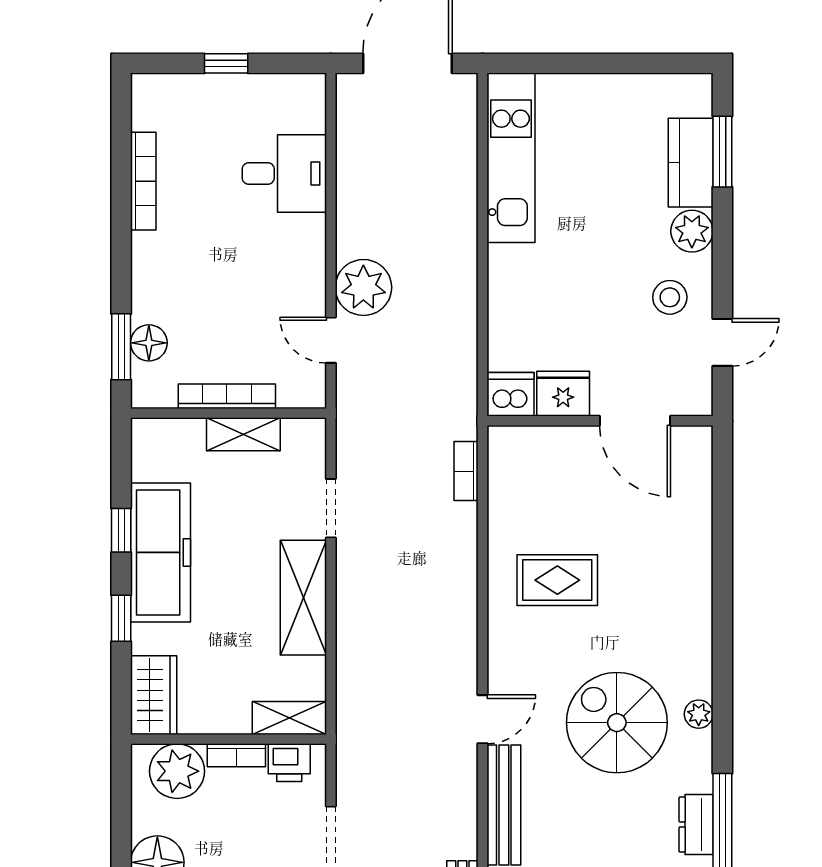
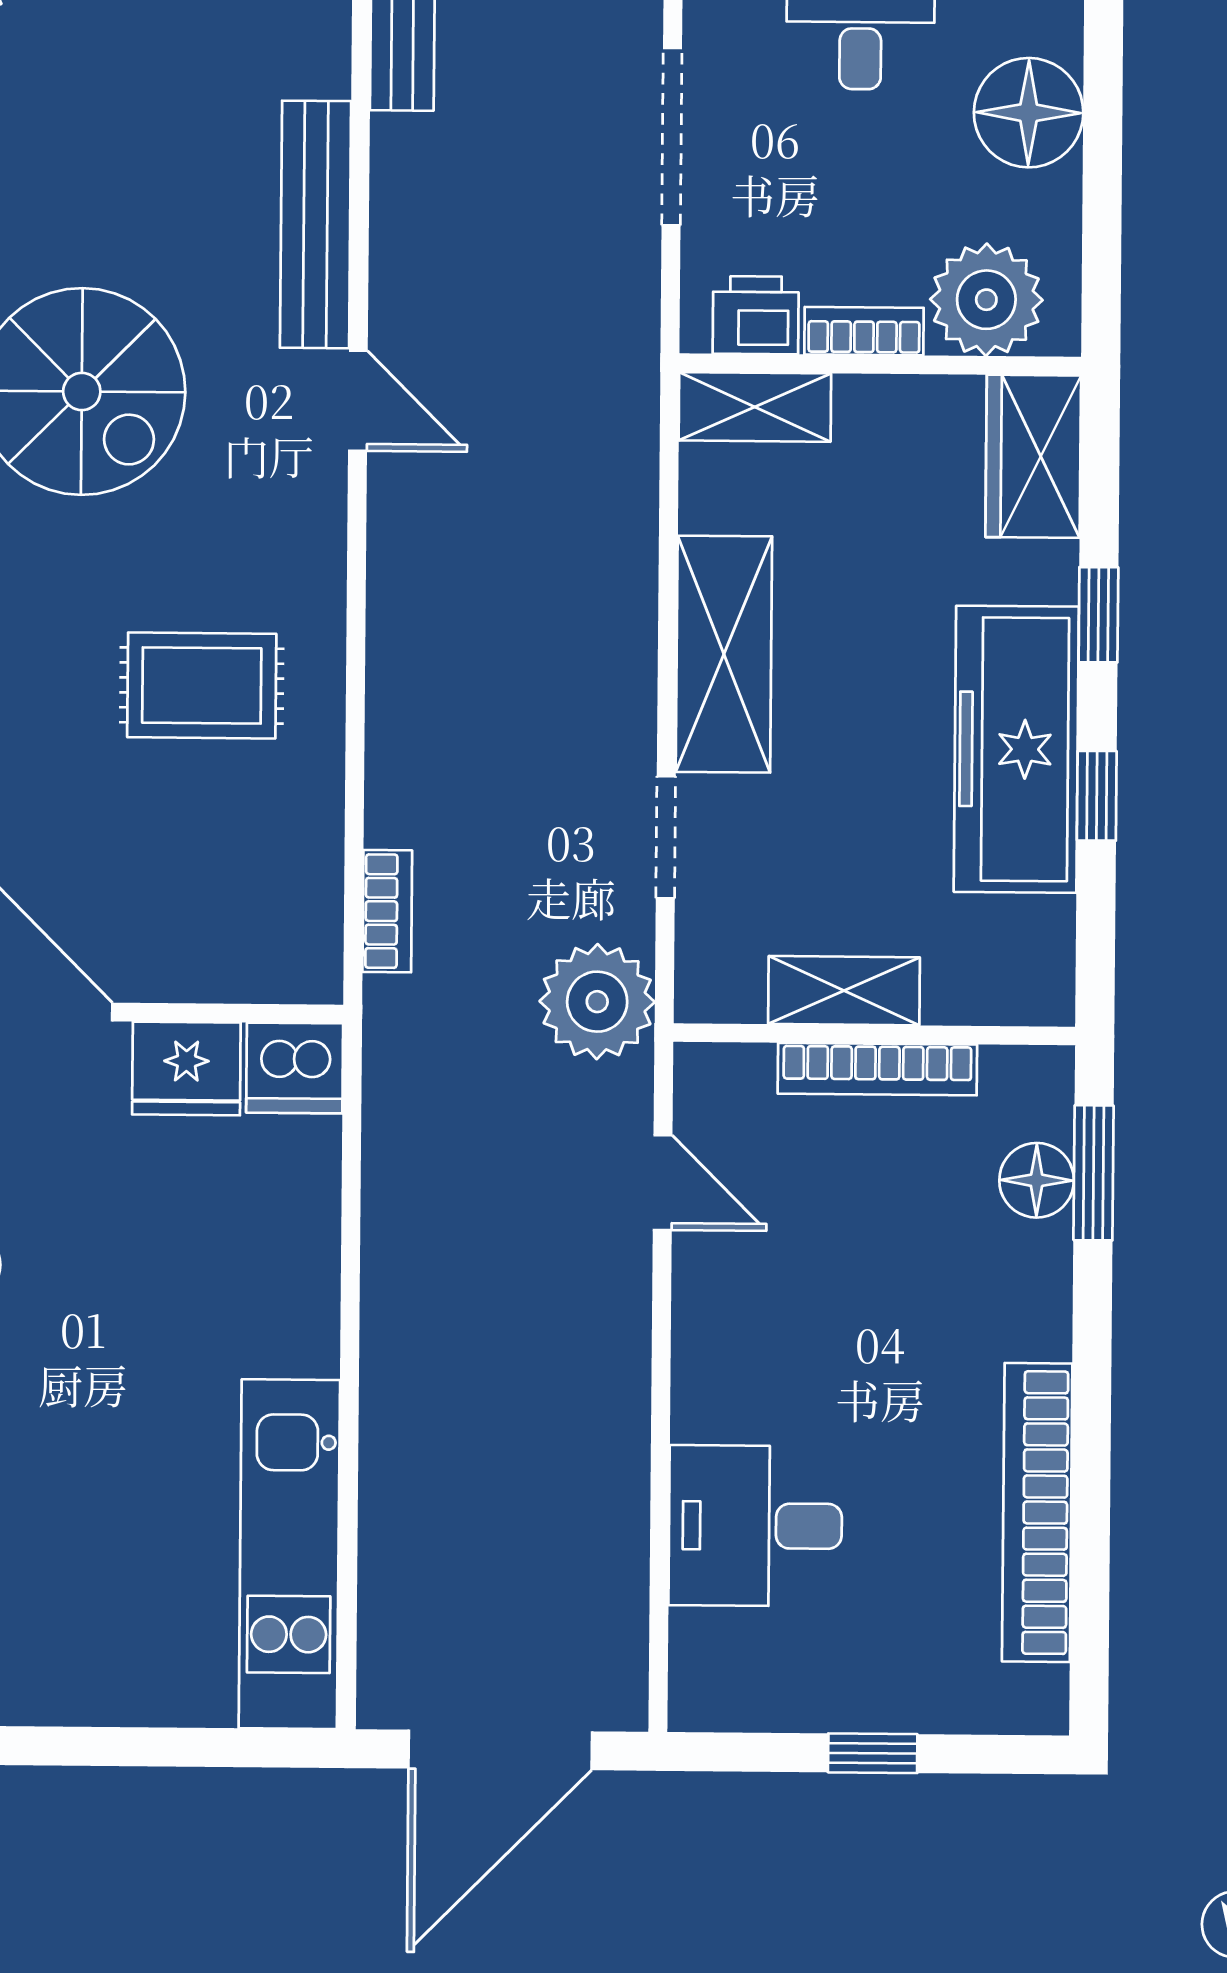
bookcase: (143, 181) -> (1037, 1513), width x1.48, depth x1.31
plant: (363, 287) -> (597, 1002), moved
door: (482, 719) -> (358, 401), swing flipped

